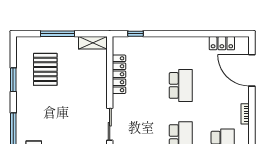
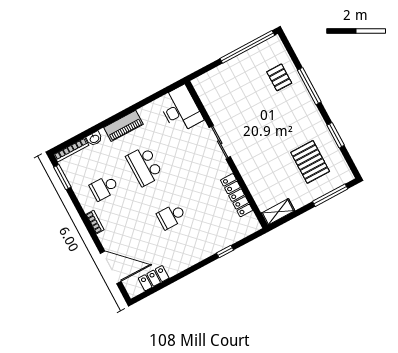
window: (58, 34) -> (330, 195), moved
window: (135, 34) -> (225, 251), moved
school desk: (181, 85) -> (171, 216), width x0.54

